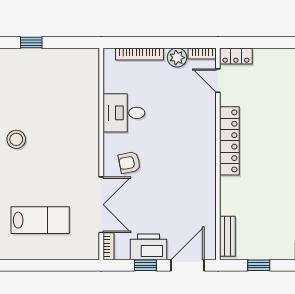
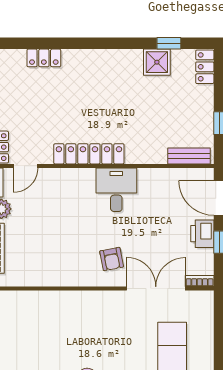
desk: (124, 113) -> (116, 190), moved, turned 180
printer: (149, 247) -> (202, 234), width x0.73, depth x0.84

